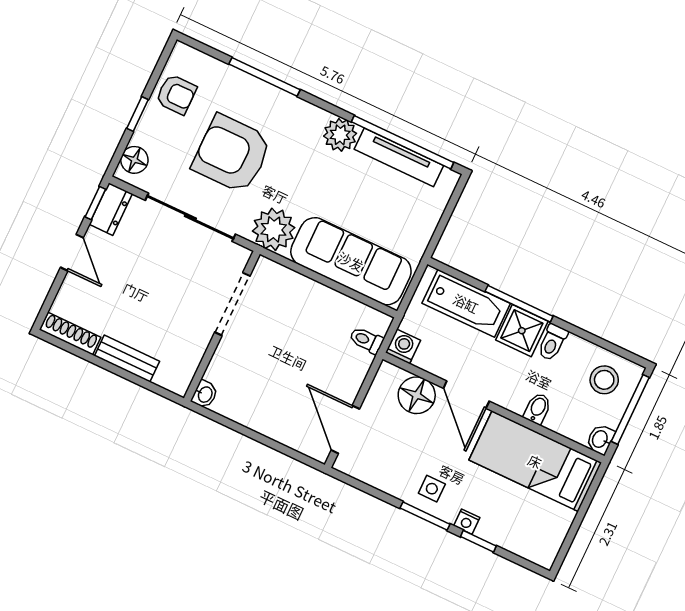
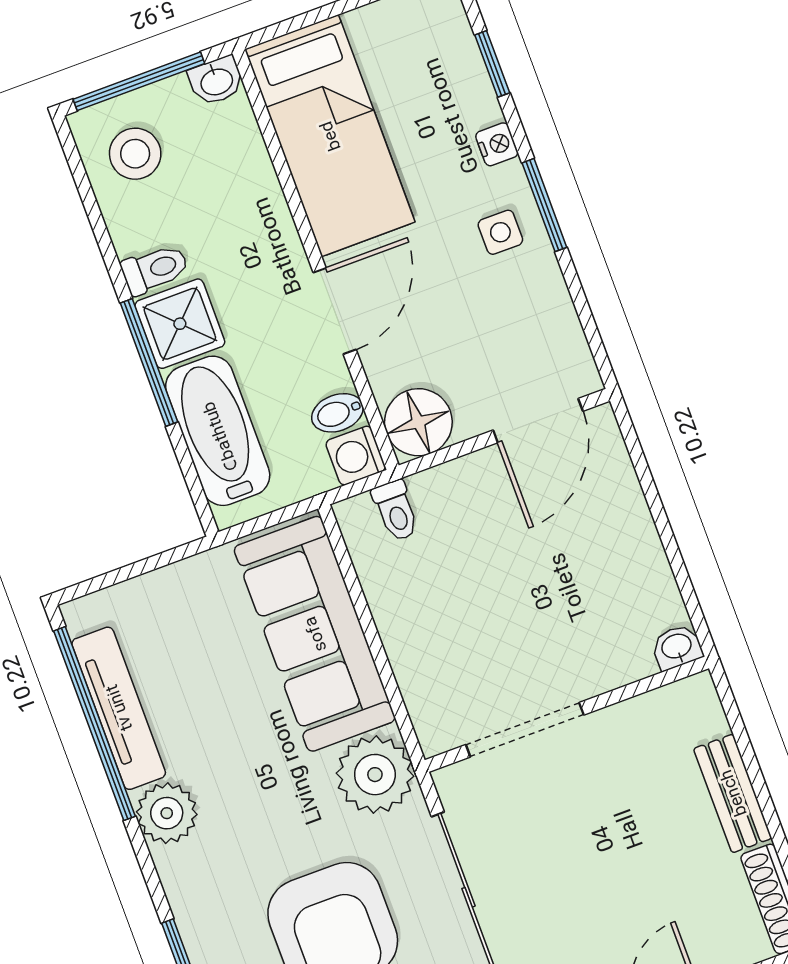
floor lamp: (417, 395) -> (418, 422), moved
bidet: (537, 409) -> (337, 413), moved
window: (478, 541) -> (492, 64), moved

